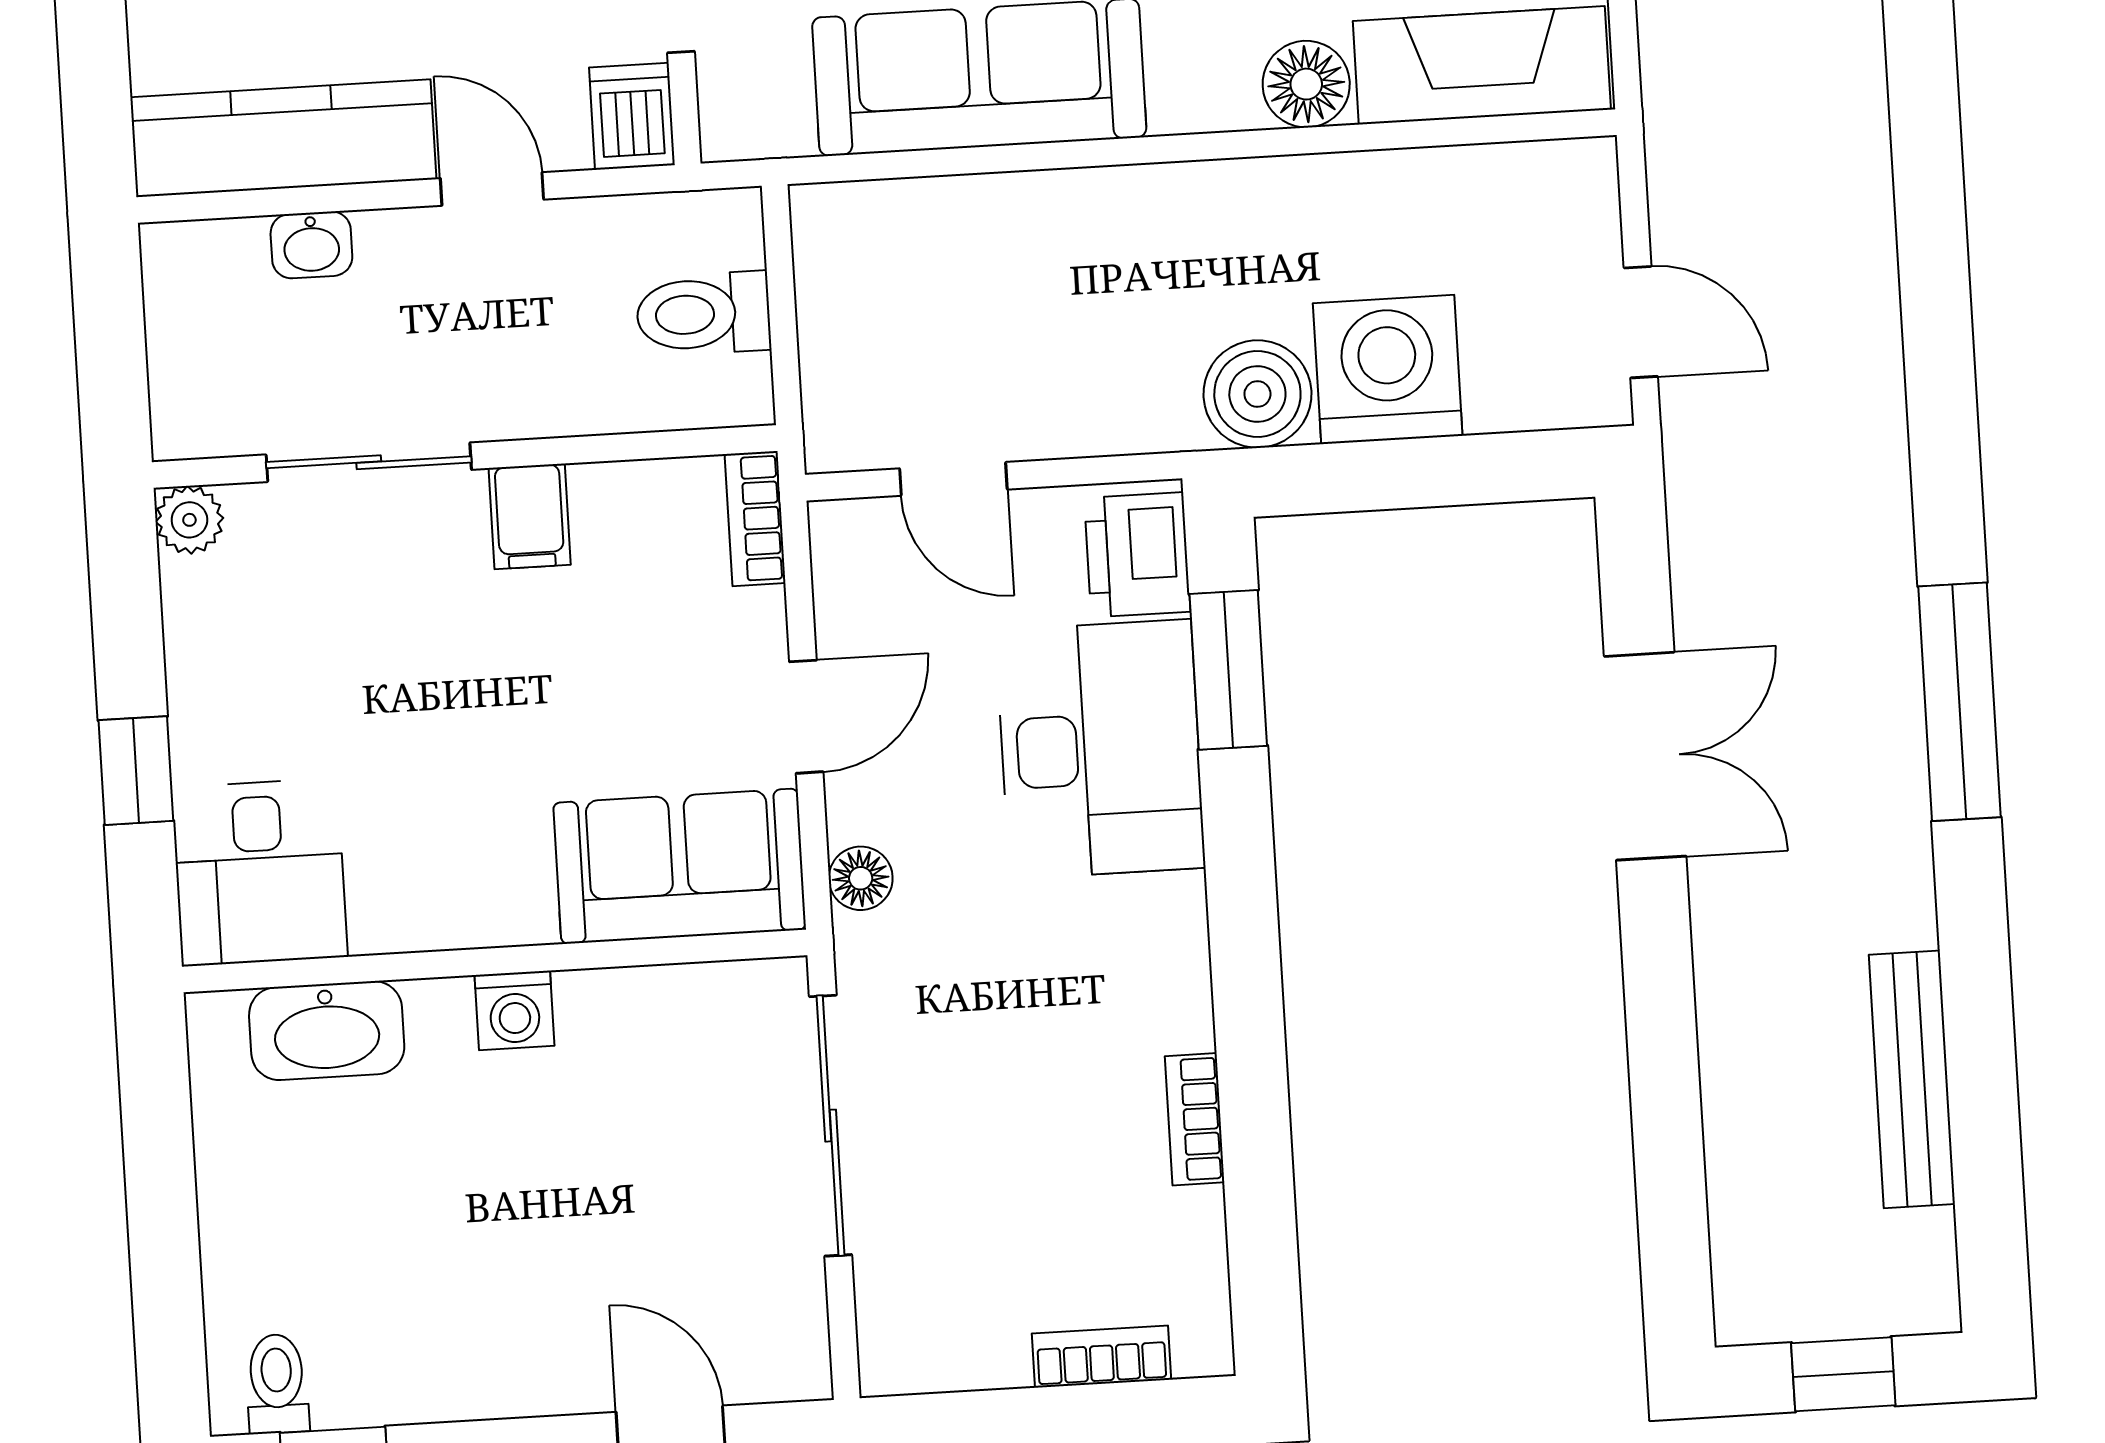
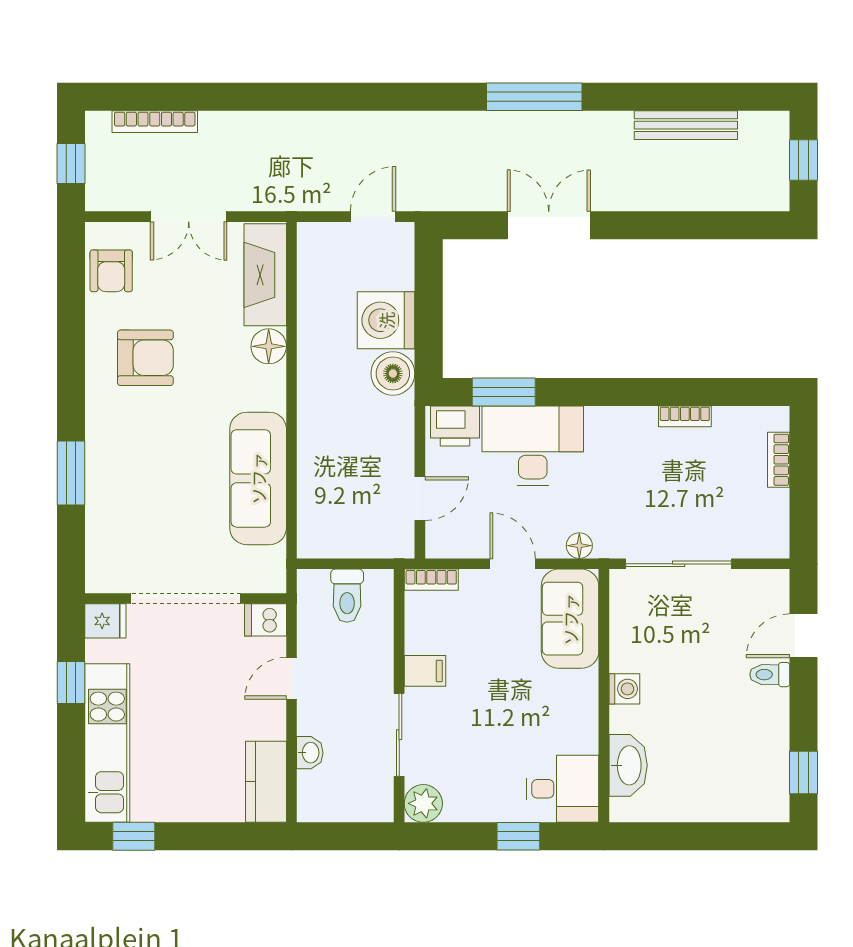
kitchen counter: (283, 138) -> (266, 782), width x0.67
plant: (189, 520) -> (423, 803), width x1.38, depth x1.38
toilet: (277, 1384) -> (770, 675), moved

